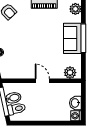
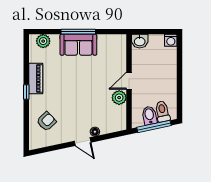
plant: (70, 73) -> (119, 98), moved
washbasin: (75, 103) -> (140, 41), moved

